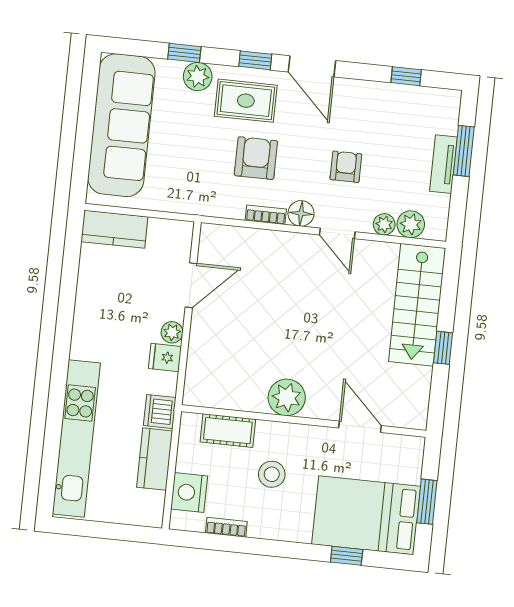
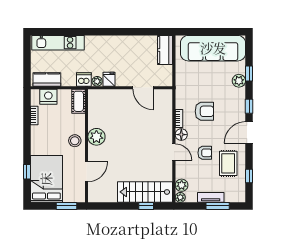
rug: (246, 101) -> (228, 163), moved
plant: (384, 224) -> (180, 197), moved
door: (337, 233) -> (174, 152), swing flipped
plant: (172, 332) -> (97, 81), moved
window: (443, 348) -> (146, 206), moved
cot: (228, 431) -> (79, 101), moved
kitchen unit: (76, 439) -> (58, 43), width x0.73
kitchen counter: (155, 459) -> (47, 79), moved
stool: (272, 474) -> (75, 141), moved
window: (427, 502) -> (66, 206), moved

